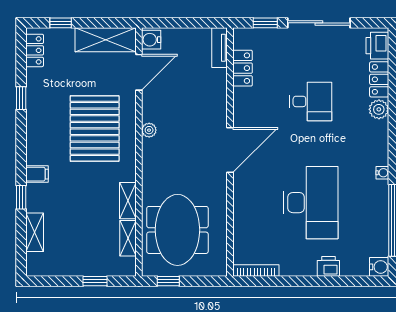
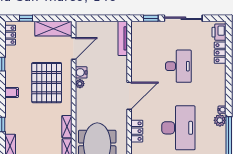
water cooler: (151, 40) -> (81, 72), moved
tv unit: (220, 48) -> (123, 38), width x1.41
locker: (243, 68) -> (137, 131), moved
desk: (311, 101) -> (178, 66), width x1.37
plant: (379, 109) -> (220, 120), moved
filing cabinet: (37, 174) -> (12, 92), moved

